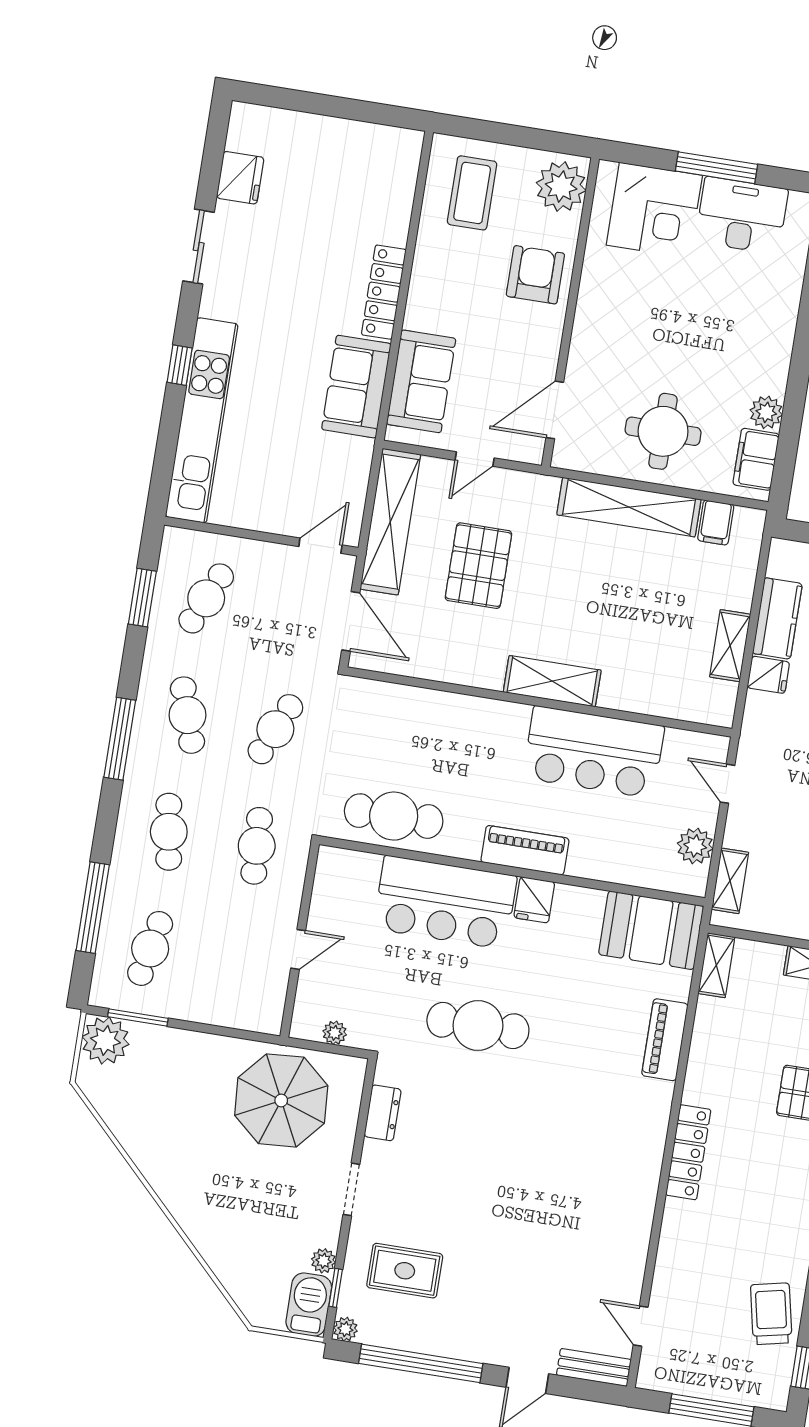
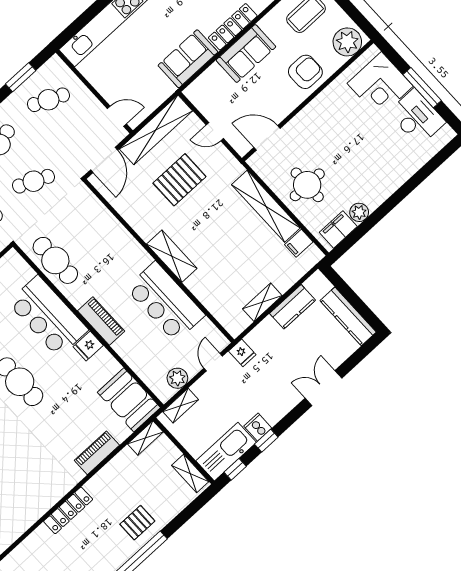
sofa: (421, 381) -> (246, 53), moved
fridge: (768, 675) -> (242, 353), moved

